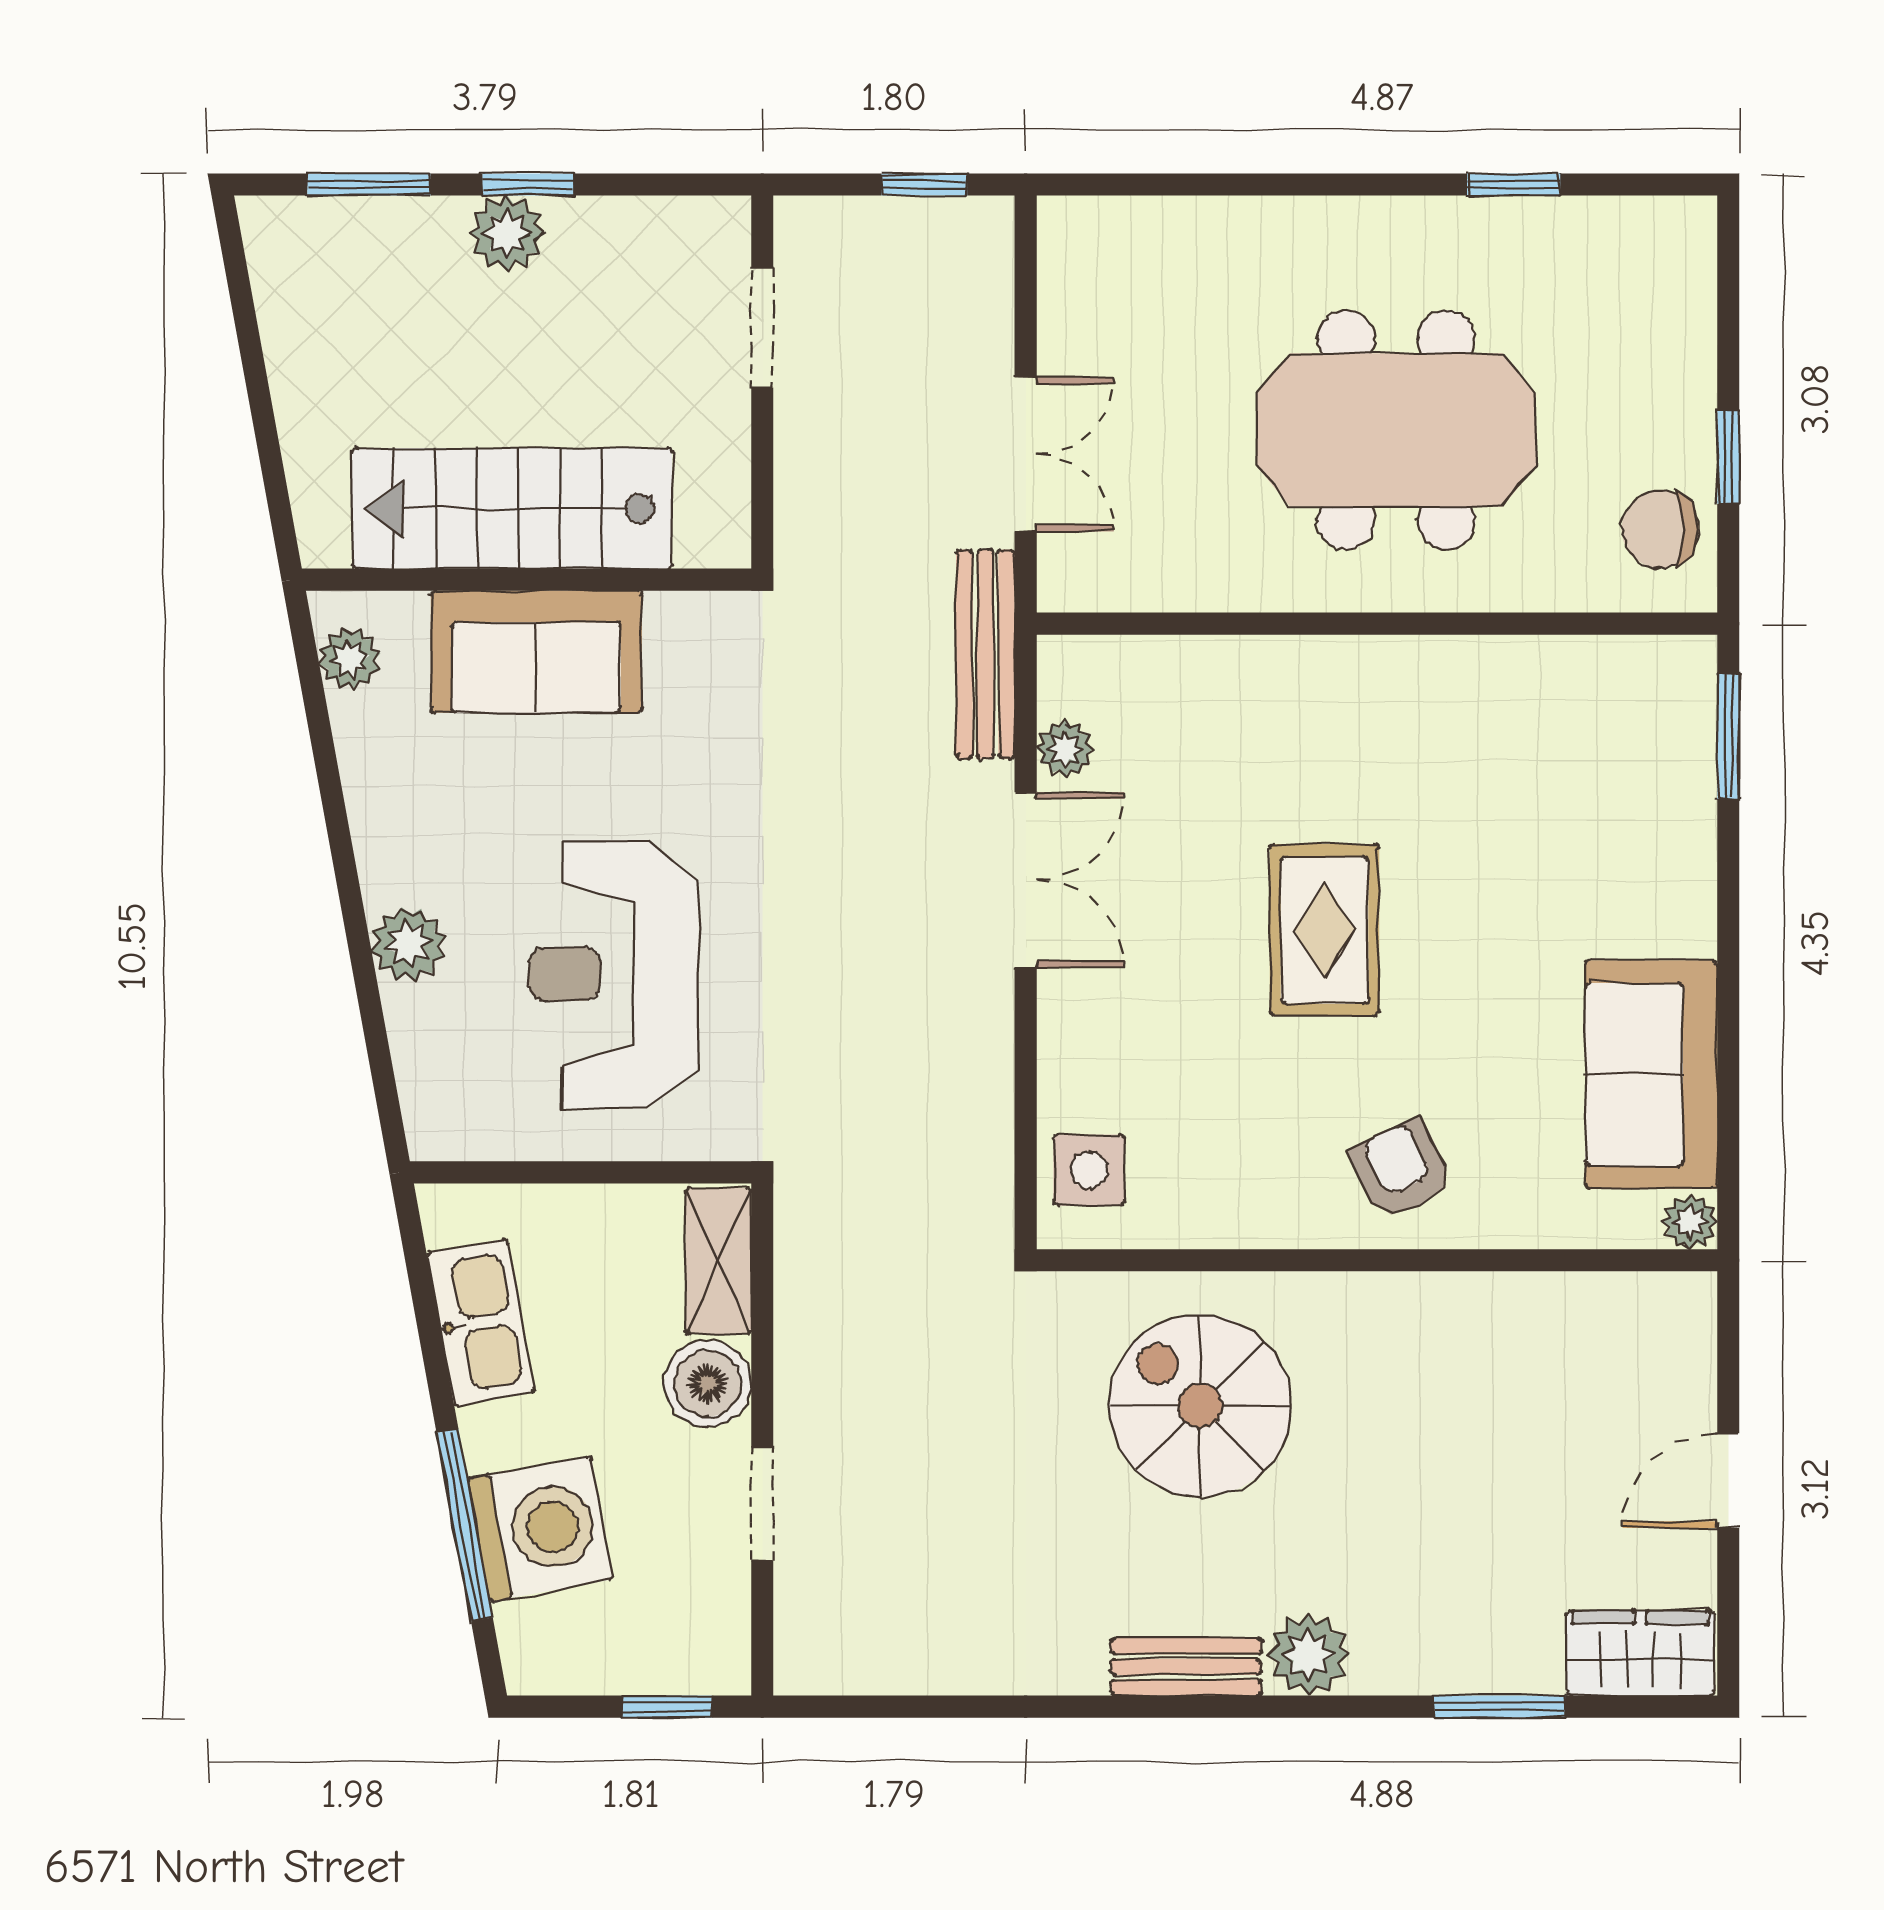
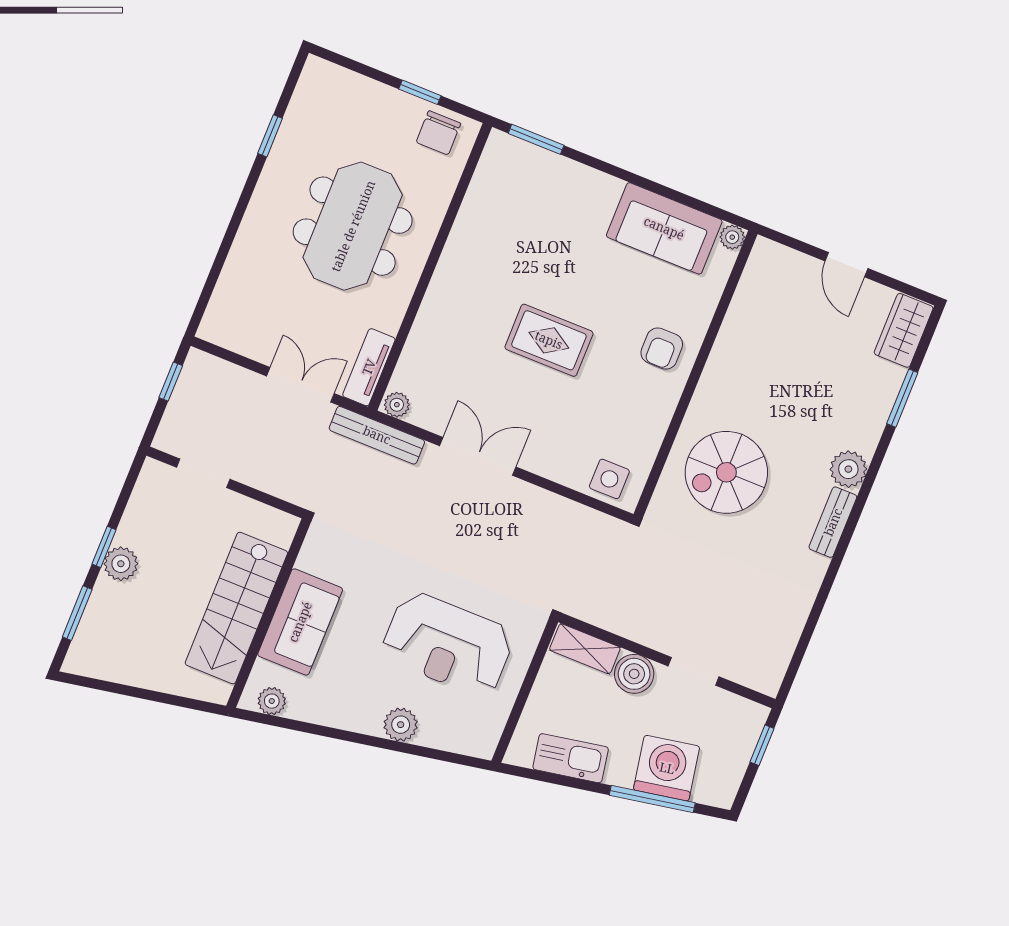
tv unit: (1119, 581) -> (369, 367), added
plant: (1065, 749) -> (397, 405), moved
armchair: (1401, 1169) -> (662, 349), turned -64

